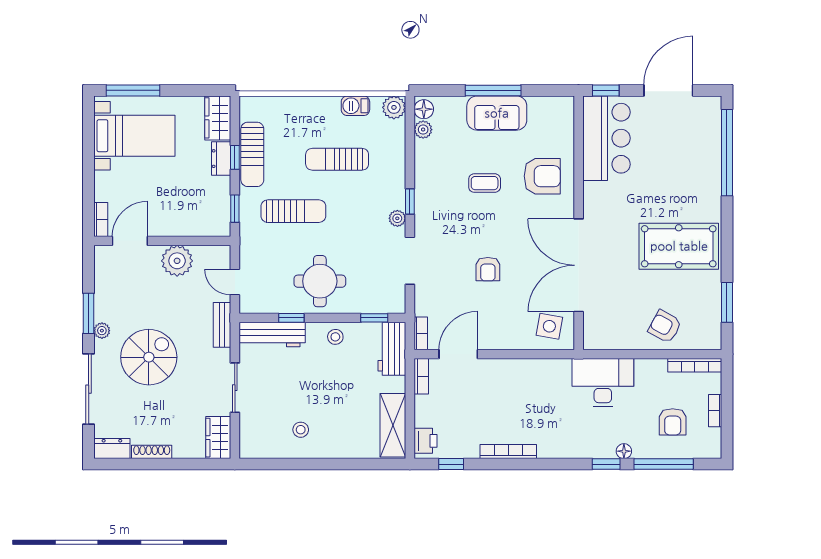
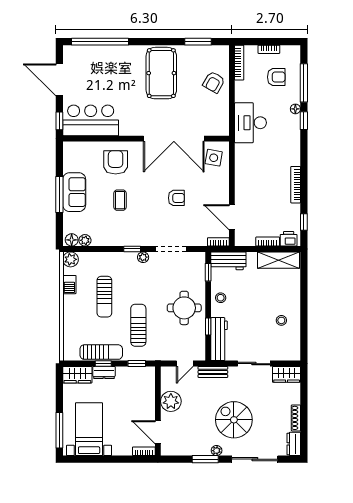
bookcase: (421, 376) -> (268, 242), moved

